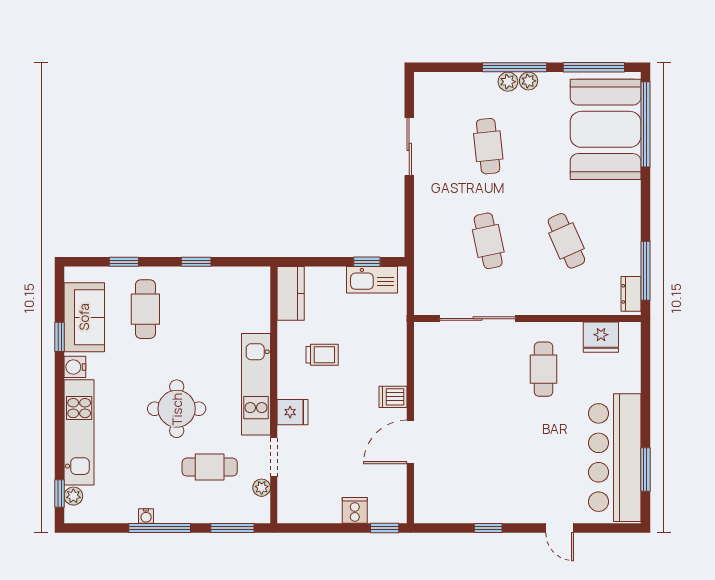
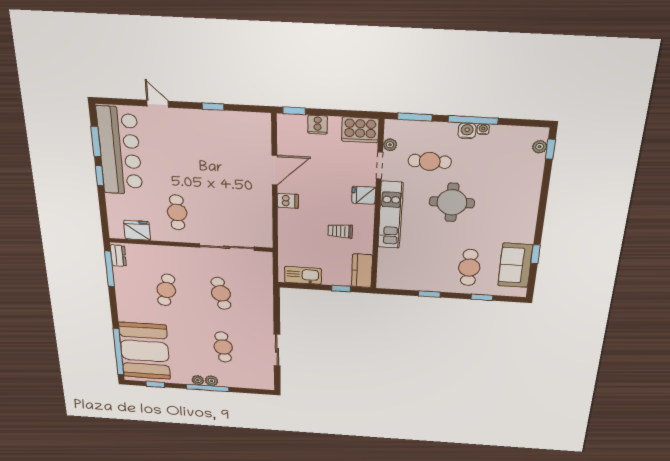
window: (594, 67) -> (155, 384), width x0.46
cafe table: (566, 241) -> (166, 290), turned 36
window: (367, 262) -> (341, 289), moved
water cooler: (75, 367) -> (467, 131), moved, turned -90
window: (645, 419) -> (100, 176), added
kitchen unit: (79, 432) -> (529, 191), removed
cooker: (300, 506) -> (360, 130), added

